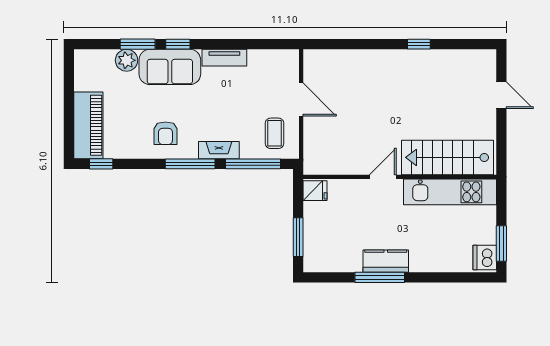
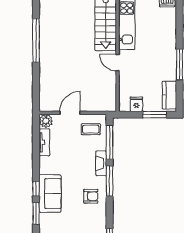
window: (419, 44) -> (36, 40), width x3.17
tv unit: (224, 58) -> (44, 142), moved
plant: (127, 60) -> (46, 121), moved
fridge: (315, 191) -> (136, 104), moved
kitchen counter: (386, 261) -> (169, 95), moved

